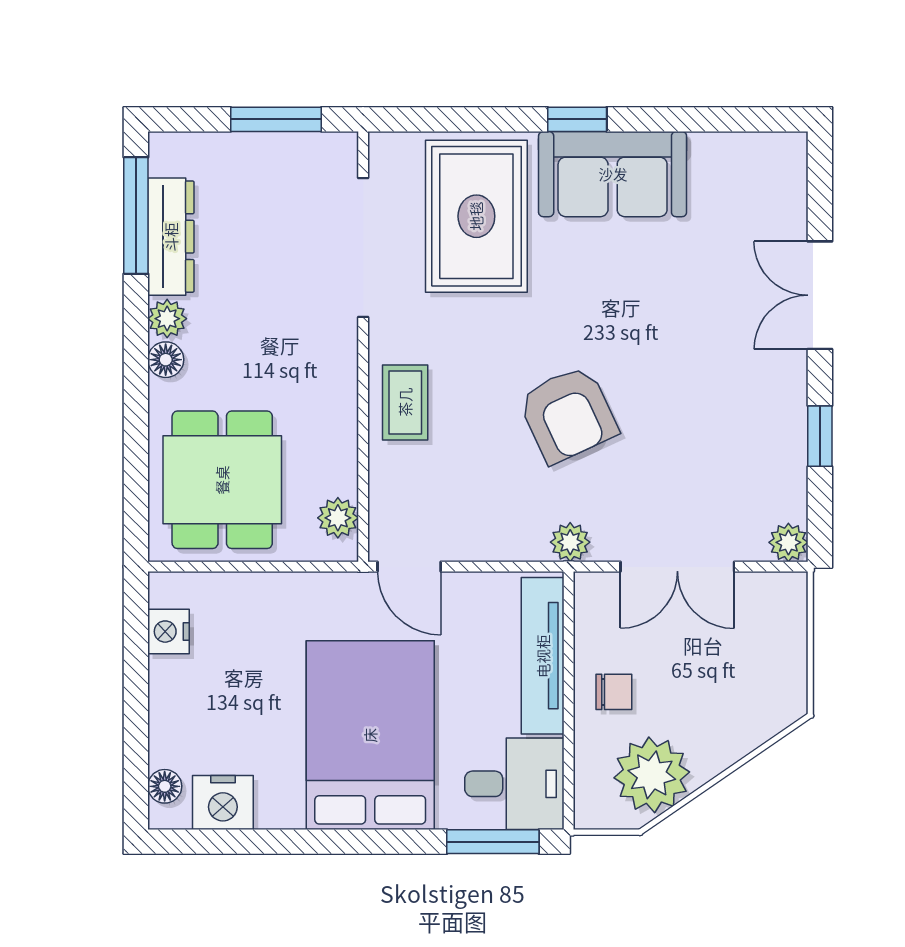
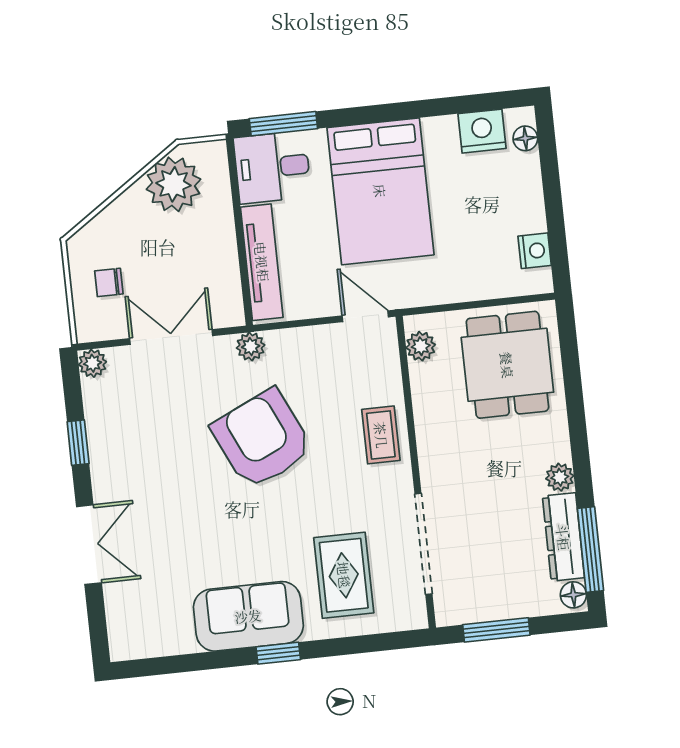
rug: (476, 216) -> (344, 575), width x0.73, depth x0.70
floor lamp: (166, 360) -> (573, 595), moved
armchair: (568, 414) -> (262, 439), width x1.36, depth x1.36
chair: (614, 692) -> (109, 282), moved

